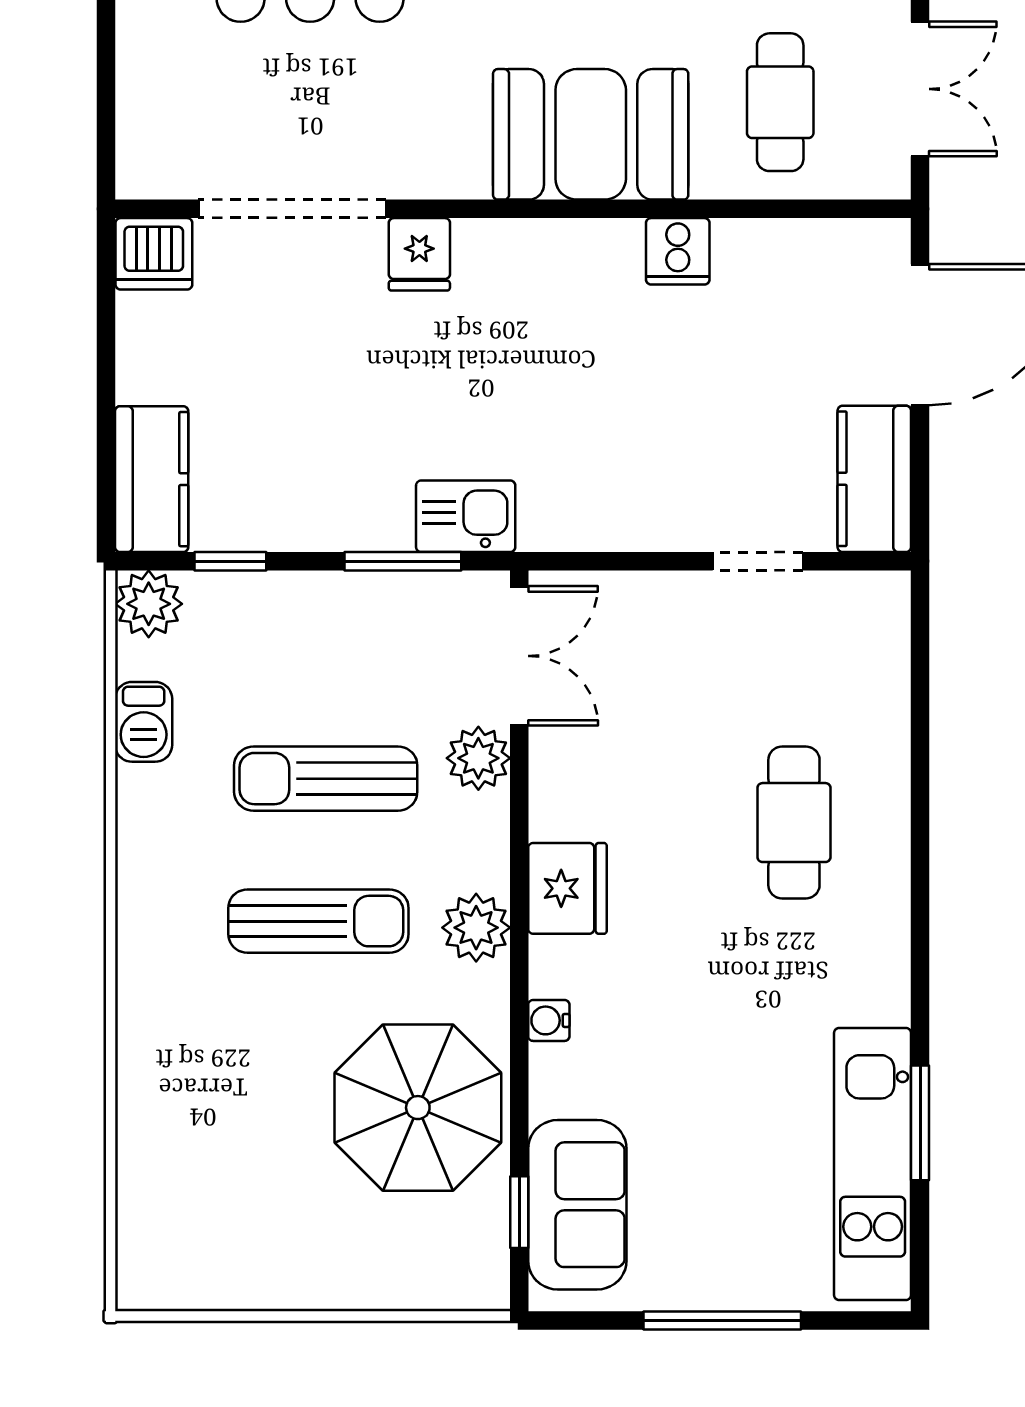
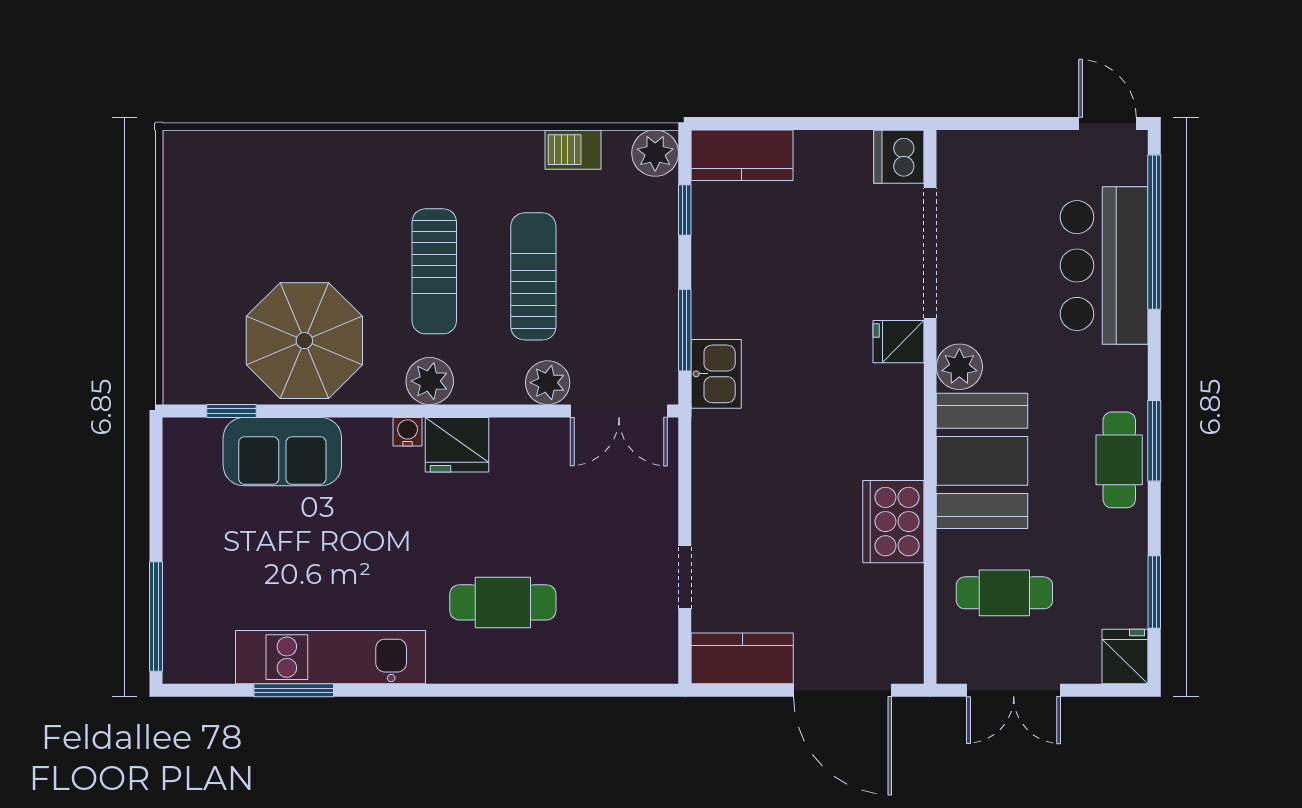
plant: (455, 167) -> (959, 367), added
cooker: (678, 251) -> (893, 522), width x1.87, depth x1.31
water cooler: (549, 1020) -> (408, 432), moved
kitchen unit: (873, 1164) -> (330, 657), moved
sofa: (577, 1205) -> (282, 452), moved
window: (722, 1321) -> (156, 616), moved

